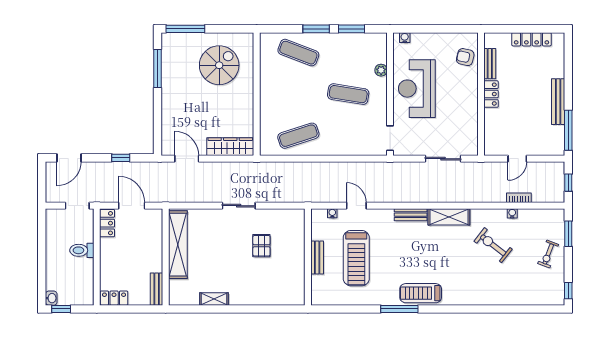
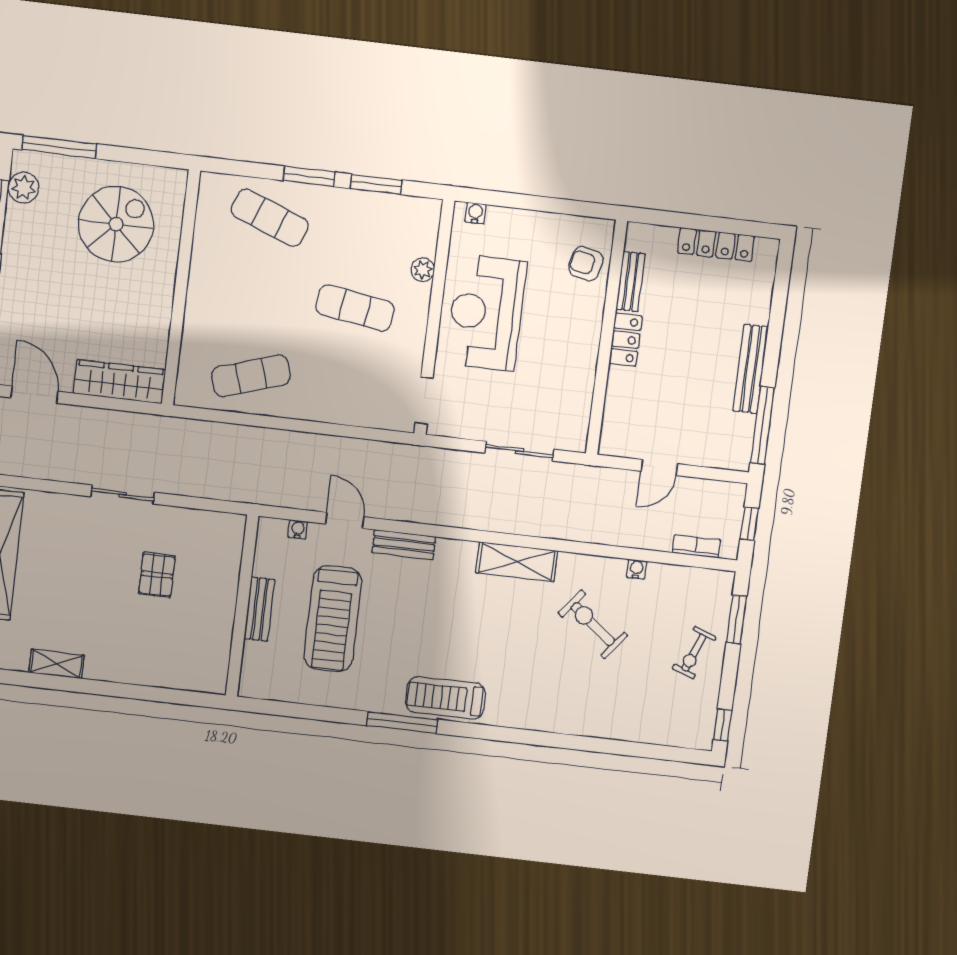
plant: (169, 52) -> (24, 188), added
bookcase: (519, 198) -> (696, 546), moved
bench: (411, 215) -> (404, 545), moved

